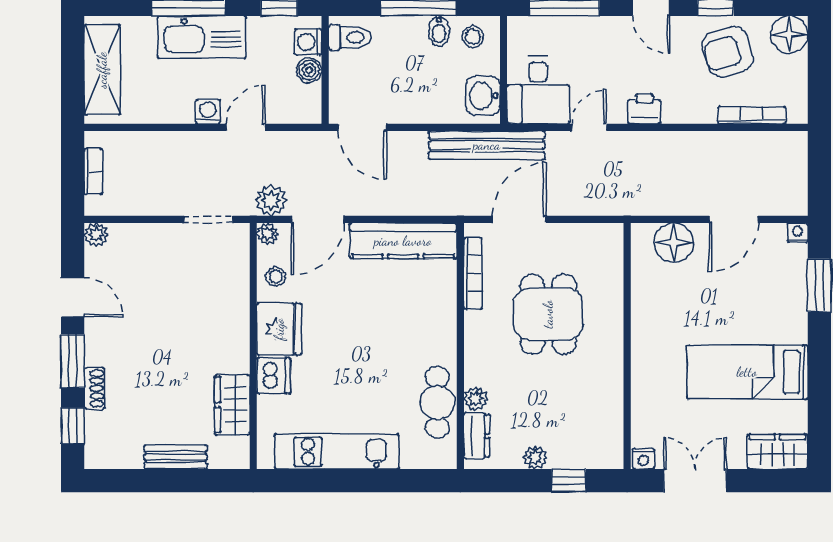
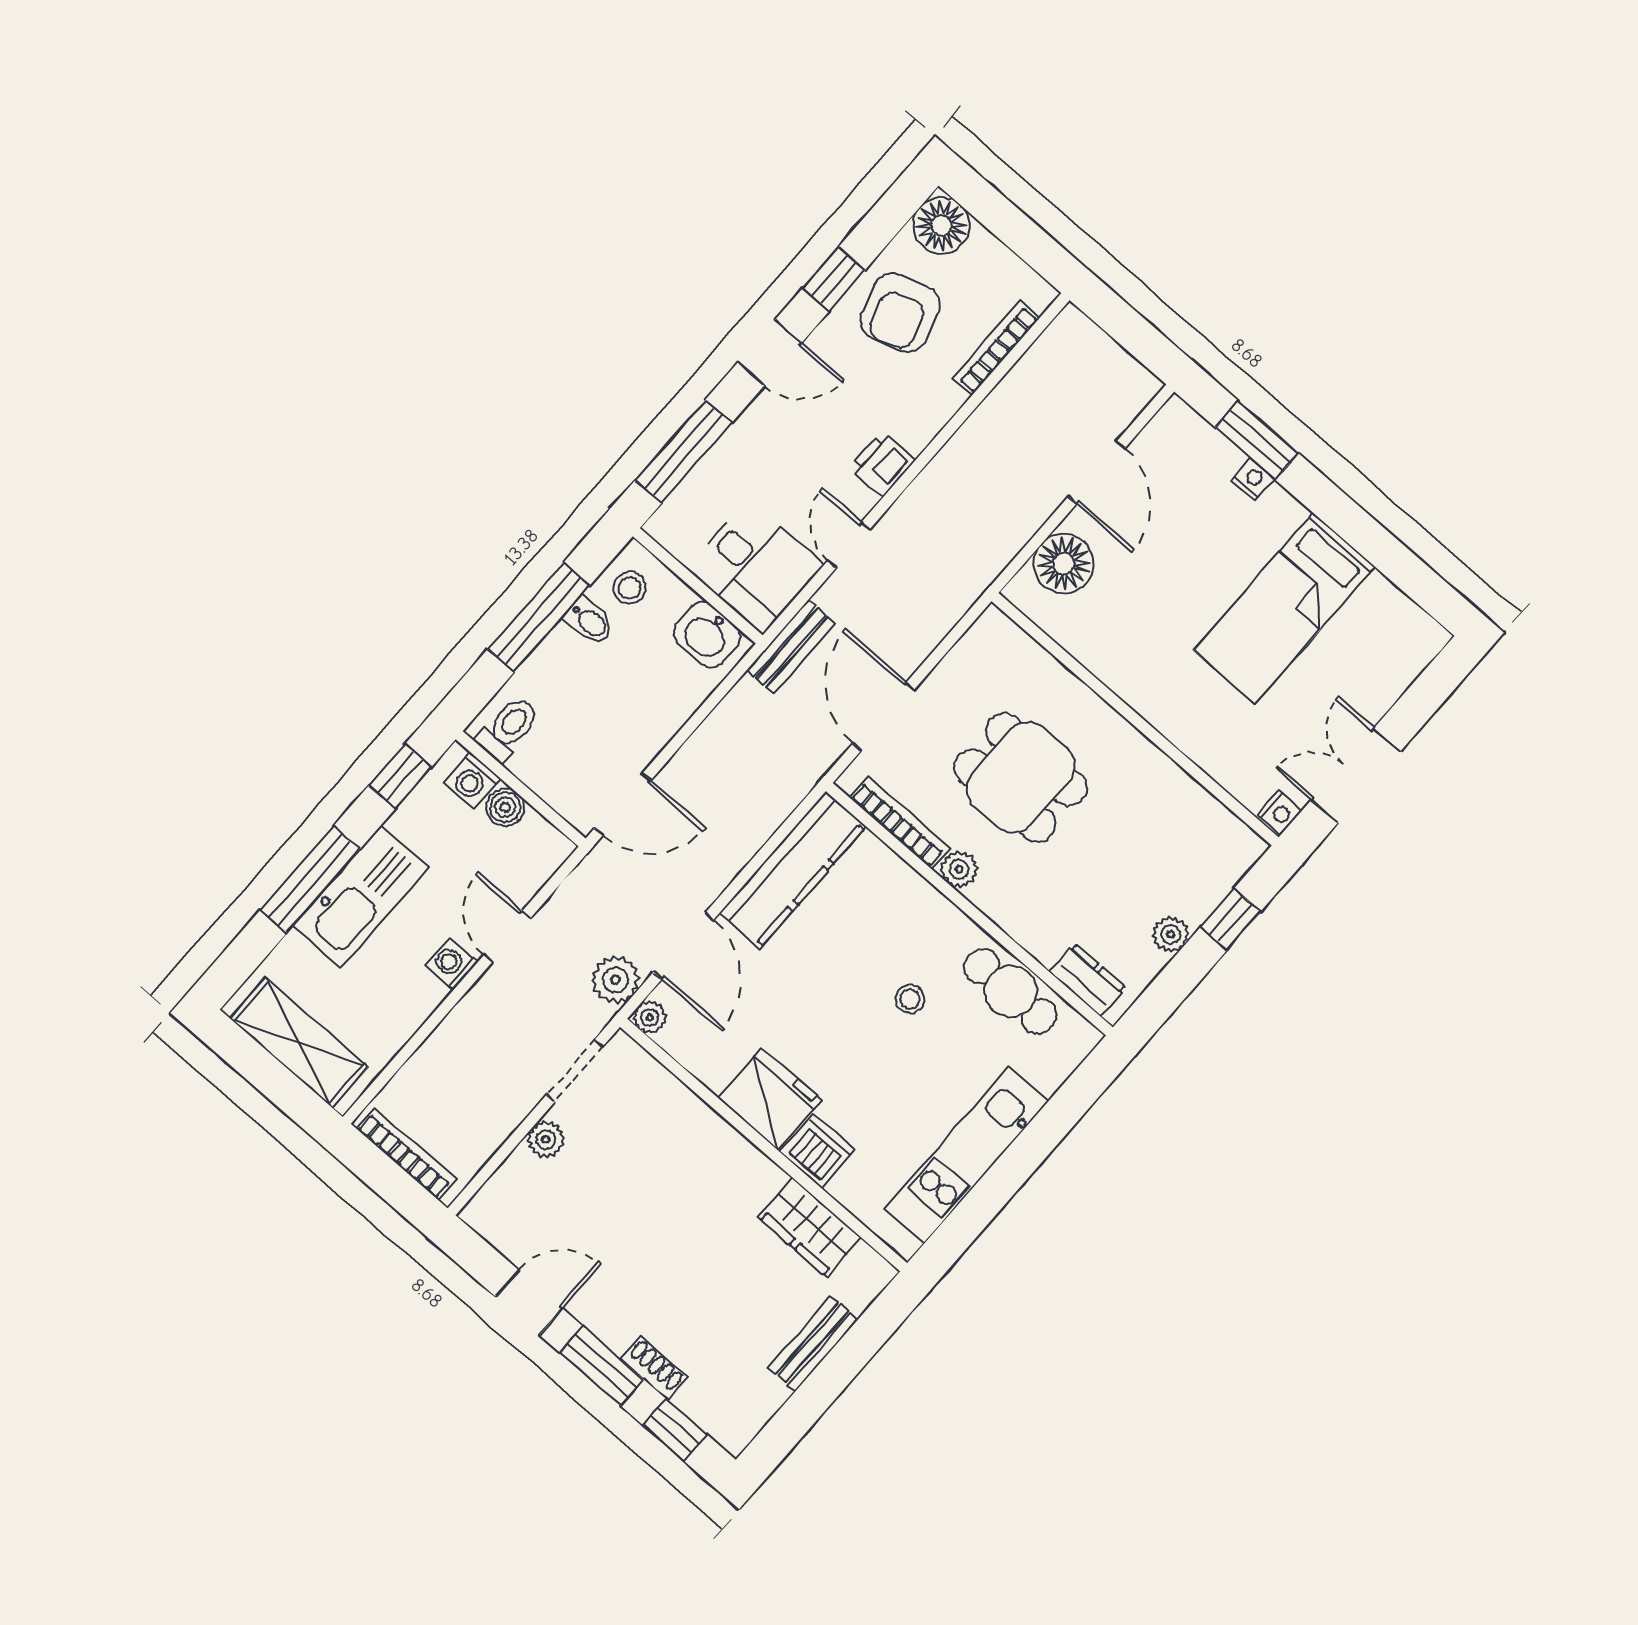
bench: (487, 145) -> (791, 647), width x0.54, depth x0.82
bookcase: (93, 172) -> (406, 1154), width x1.56
nightstand: (797, 233) -> (1253, 479), moved, turned 90
plant: (96, 235) -> (546, 1139), moved
stool: (276, 277) -> (910, 999), moved
plant: (476, 399) -> (959, 869), moved
wardrobe: (778, 452) -> (1405, 653), removed

